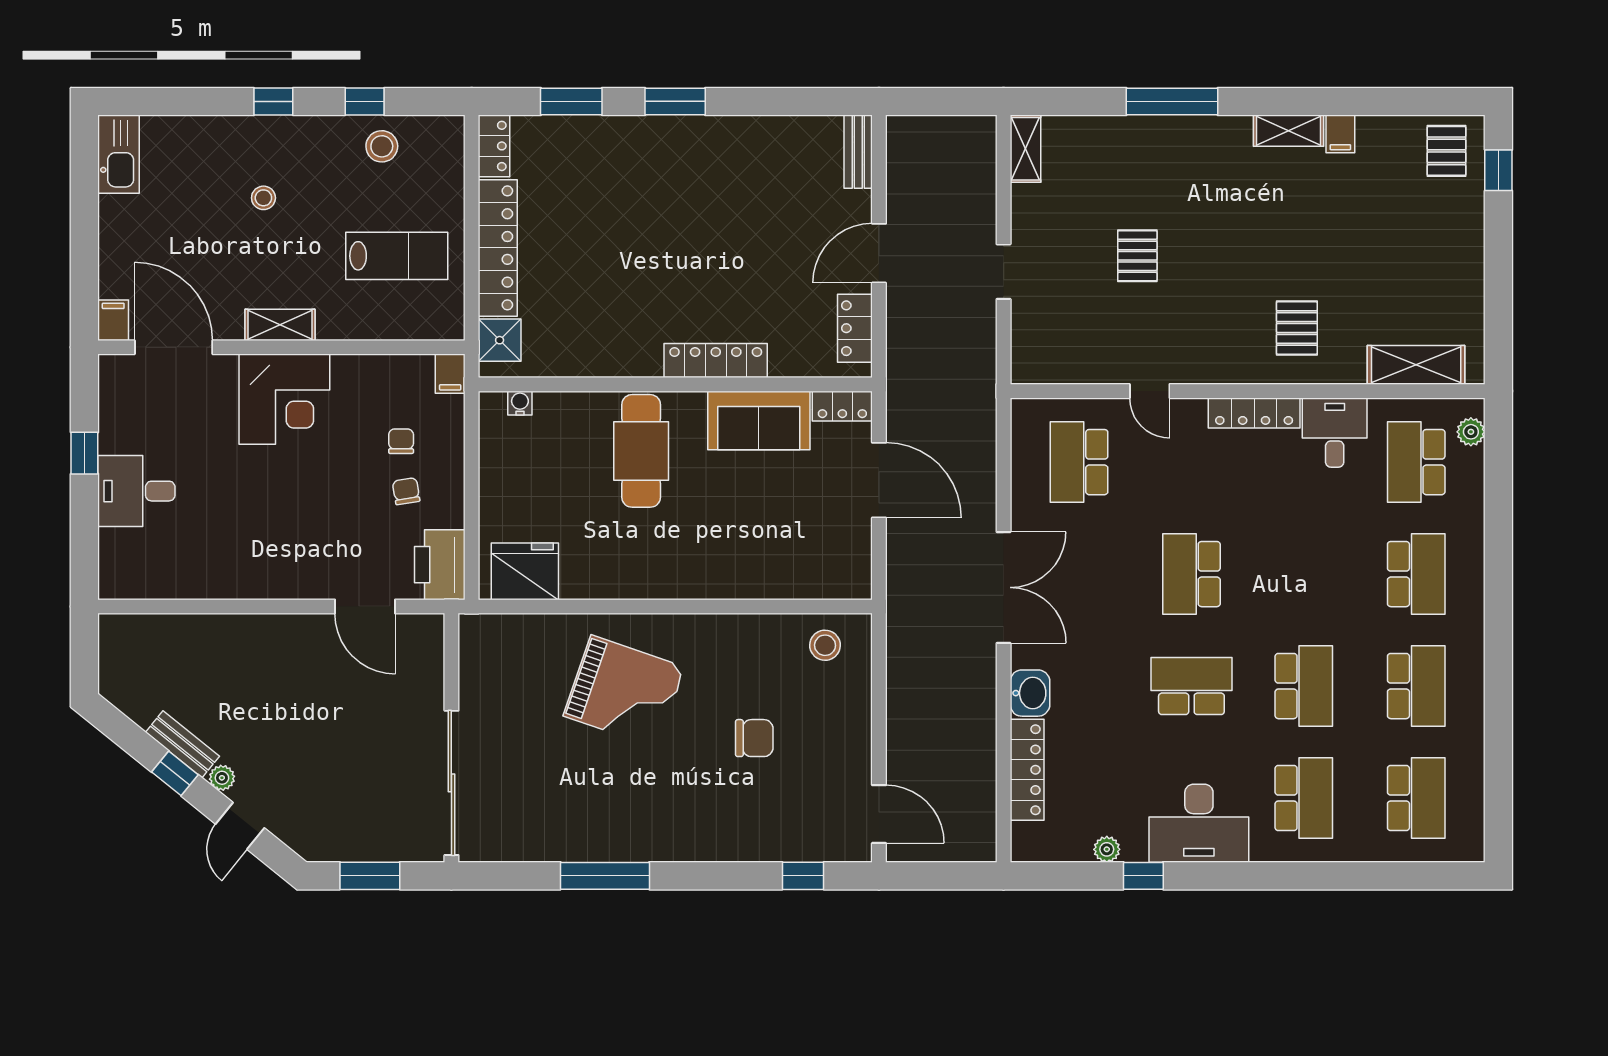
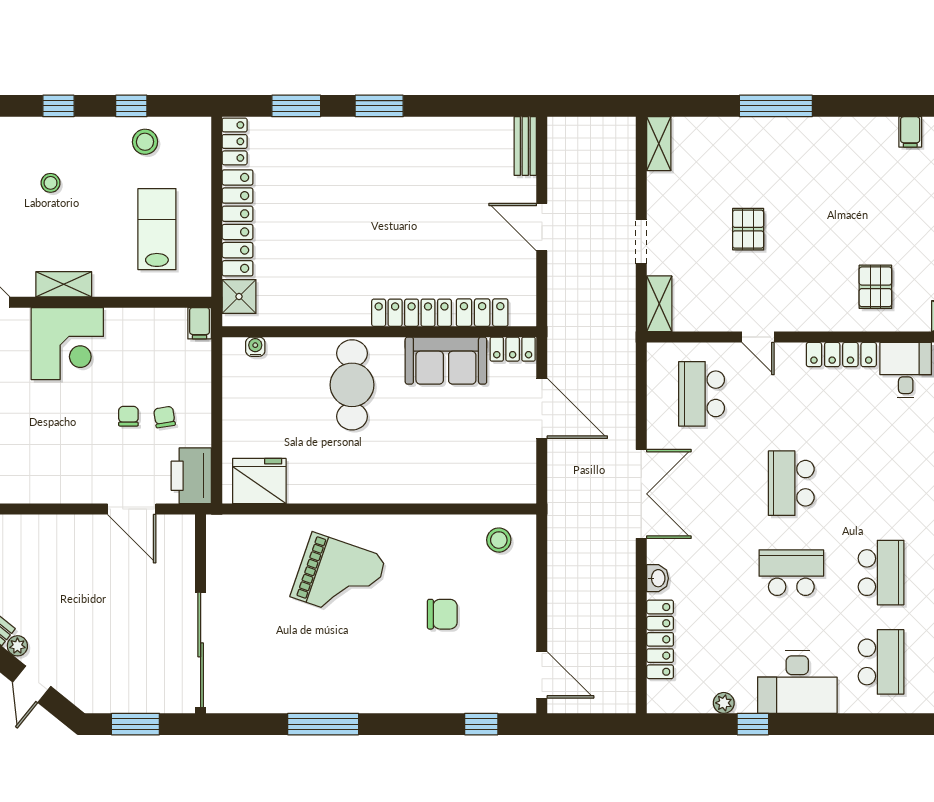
shelving: (1288, 131) -> (659, 304), moved, turned 90
door: (879, 253) -> (542, 227), hinge flipped
lab bench: (397, 256) -> (157, 229), turned -90
locker: (855, 328) -> (482, 313), moved, turned 90
chair: (401, 441) -> (128, 416), moved
washbasin: (1030, 693) -> (658, 578), width x0.72, depth x0.69

